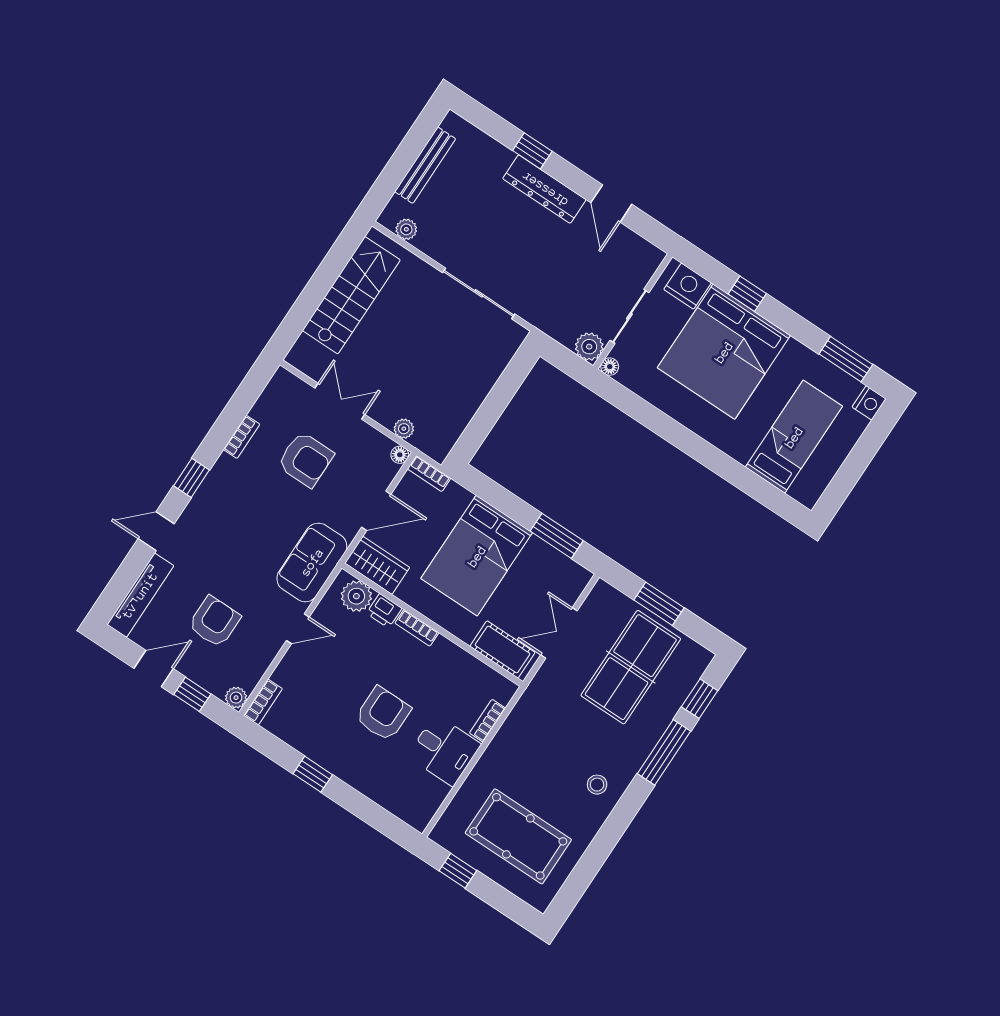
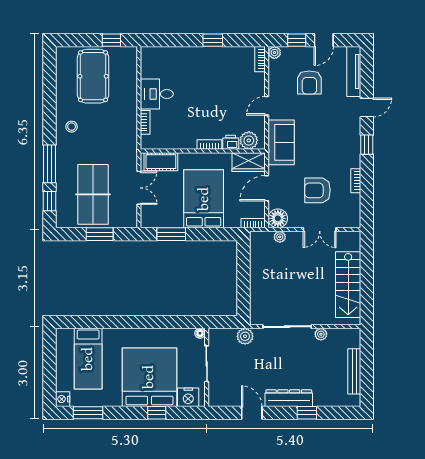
plant: (406, 229) -> (321, 334), moved
plant: (589, 347) -> (245, 336), moved
floor lamp: (400, 455) -> (278, 218), width x1.89, depth x1.89
armchair: (383, 714) -> (198, 92), removed
pool table: (518, 836) -> (93, 76), turned 90

